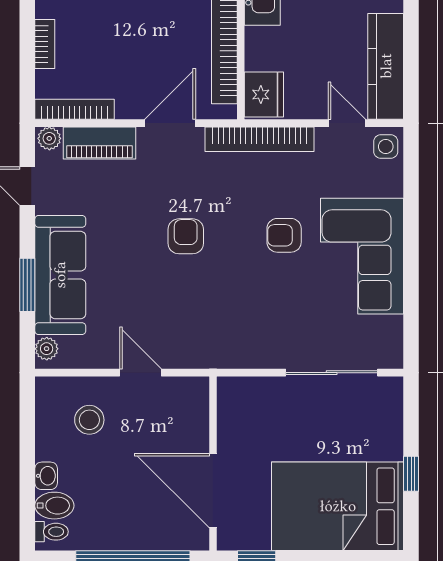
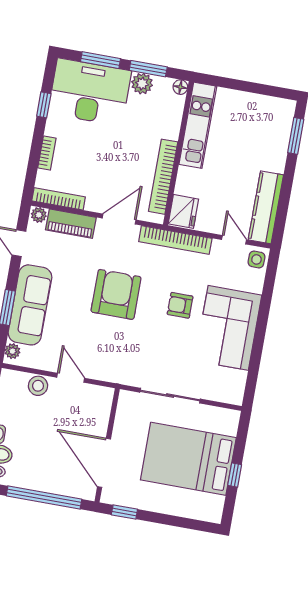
armchair: (186, 236) -> (116, 294), width x1.88, depth x1.88
sliding door: (332, 373) -> (170, 396), moved
stool: (89, 420) -> (38, 386), moved
bed: (338, 506) -> (188, 459), moved

